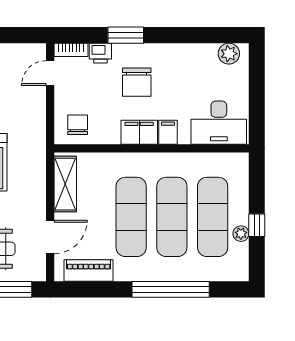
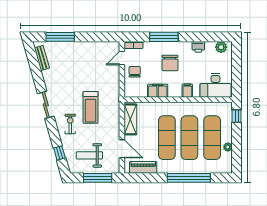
window: (126, 35) -> (164, 37), width x1.44
printer: (100, 53) -> (198, 47), moved
chair: (78, 125) -> (135, 72), moved
filing cabinet: (139, 132) -> (158, 91), moved
window: (257, 225) -> (237, 116), moved
door: (50, 237) -> (122, 149), hinge flipped

